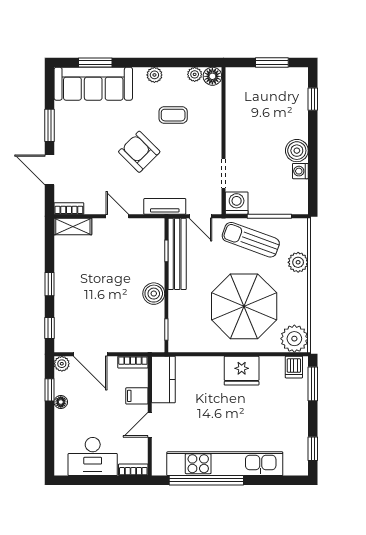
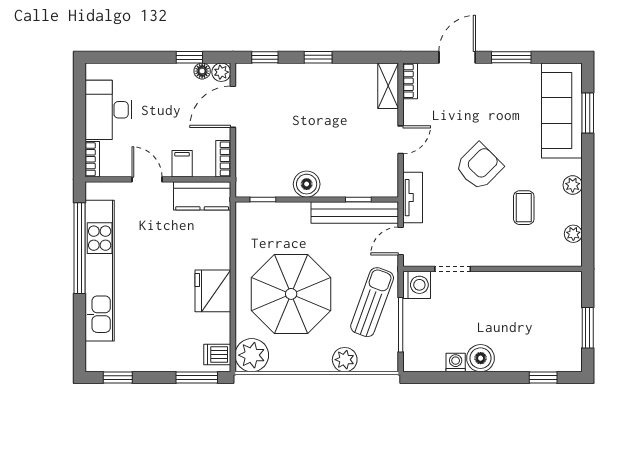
floor lamp: (212, 76) -> (571, 256), removed
floor lamp: (61, 402) -> (202, 71), moved

